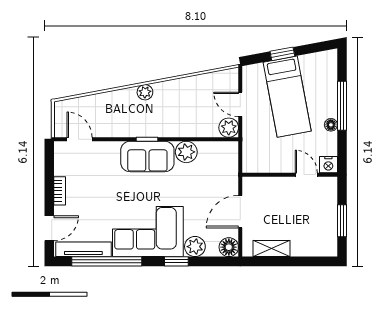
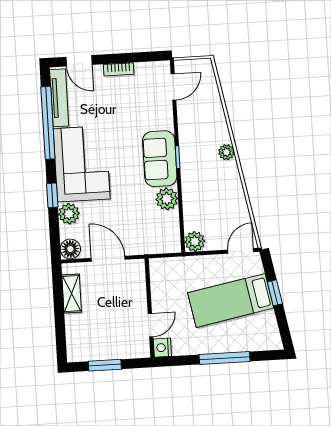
door: (240, 104) -> (241, 251), moved
floor lamp: (331, 125) -> (204, 348), removed

